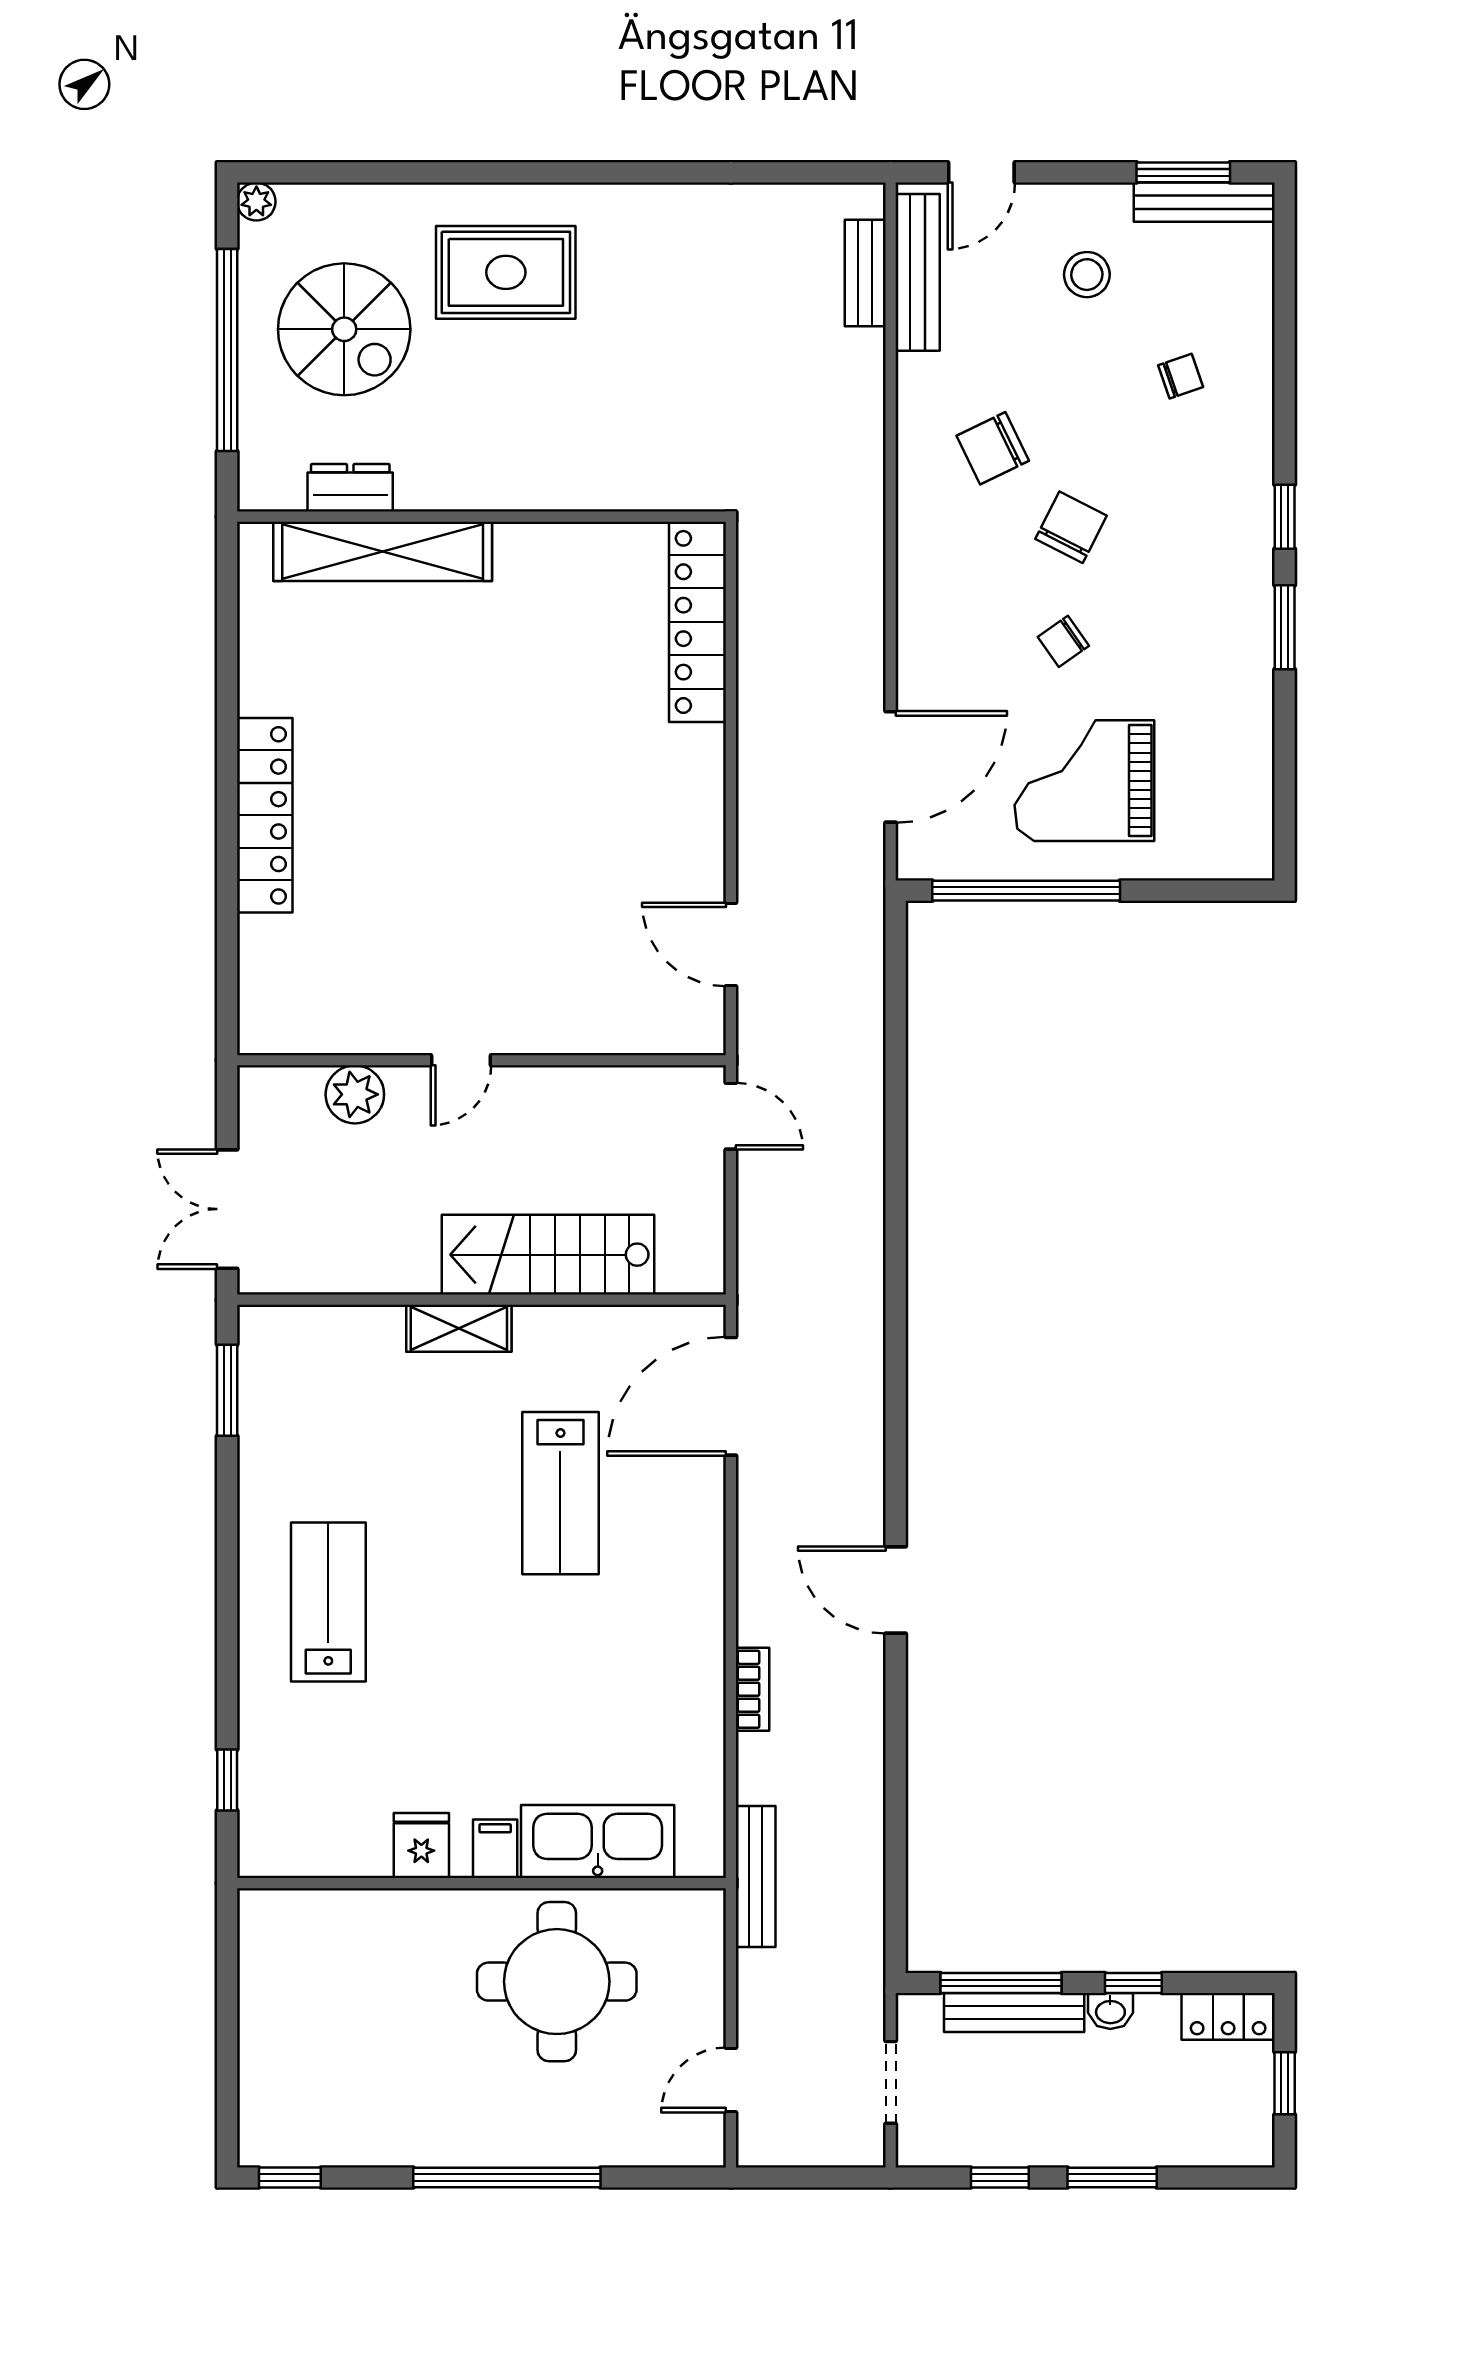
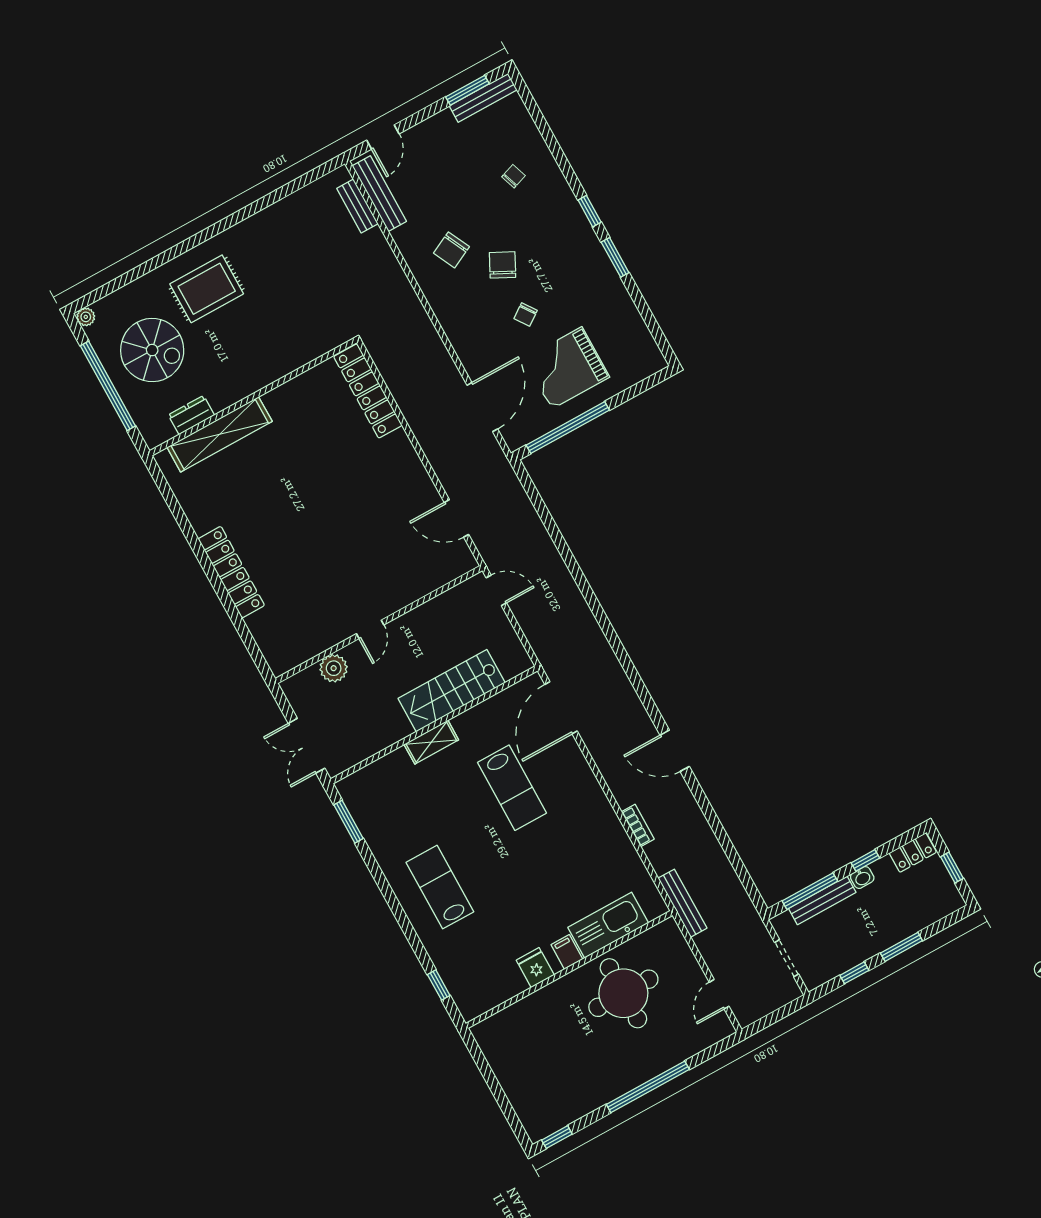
stool: (1087, 275) -> (451, 155), removed

